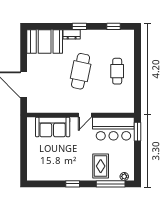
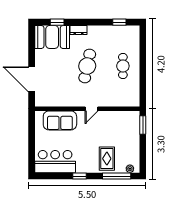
window: (79, 26) -> (57, 22), moved
bar counter: (113, 129) -> (55, 162), moved, turned 180

